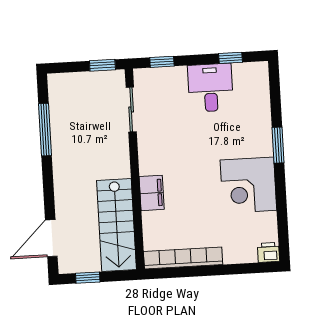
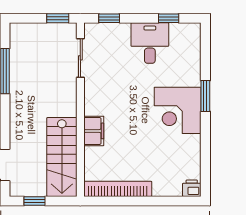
corner desk: (248, 185) -> (178, 110), moved

